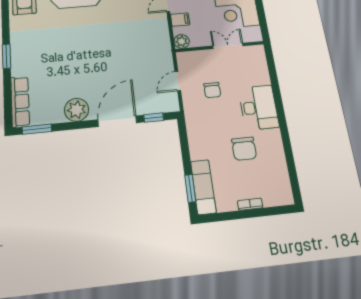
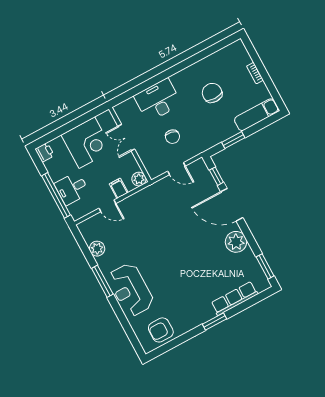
chair: (212, 90) -> (172, 137), turned 102
row of seats: (20, 102) -> (234, 298), moved
desk: (259, 107) -> (158, 100), moved
chair: (244, 149) -> (212, 93), turned -90
window: (190, 188) -> (233, 140), moved

